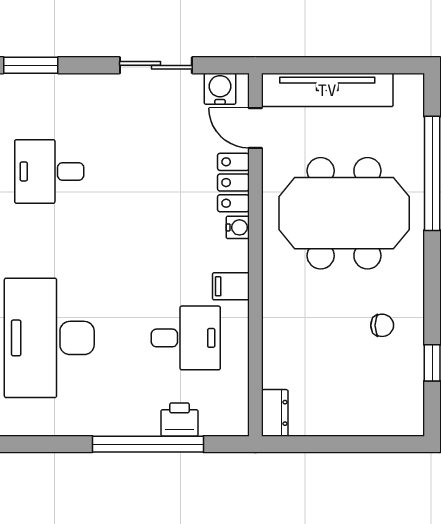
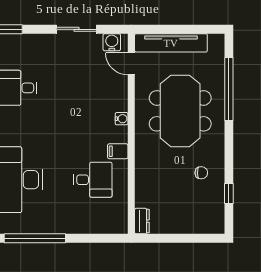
locker: (233, 183) -> (119, 94), removed
meeting table: (344, 213) -> (180, 111), turned 90
printer: (180, 420) -> (89, 225), removed
window: (148, 444) -> (35, 238), moved

